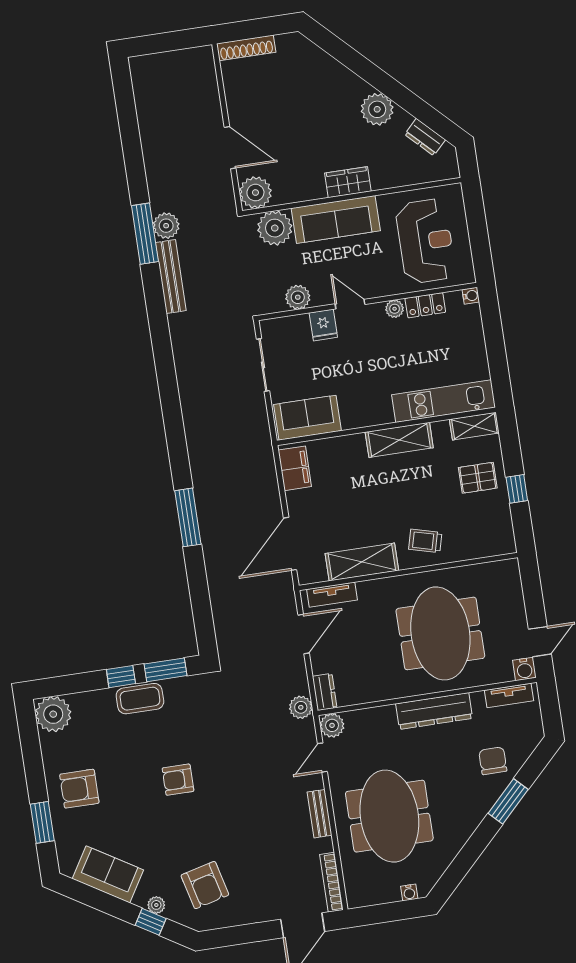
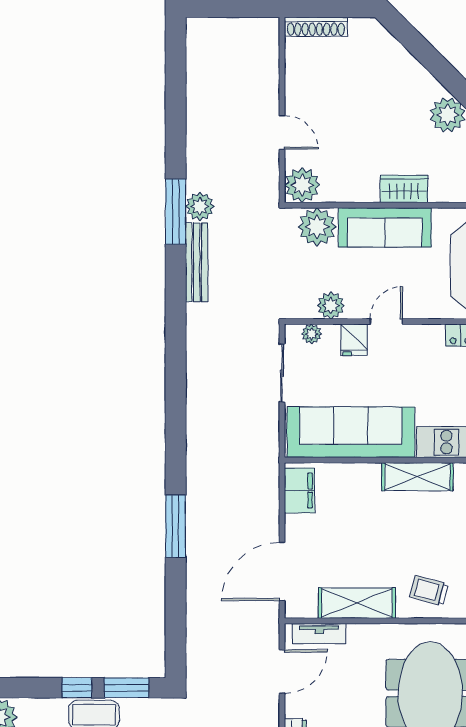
door: (230, 148) -> (282, 132), width x0.73
door: (350, 304) -> (386, 322), hinge flipped
plant: (395, 309) -> (312, 334), moved
sofa: (307, 418) -> (351, 432), width x1.85, depth x1.27

